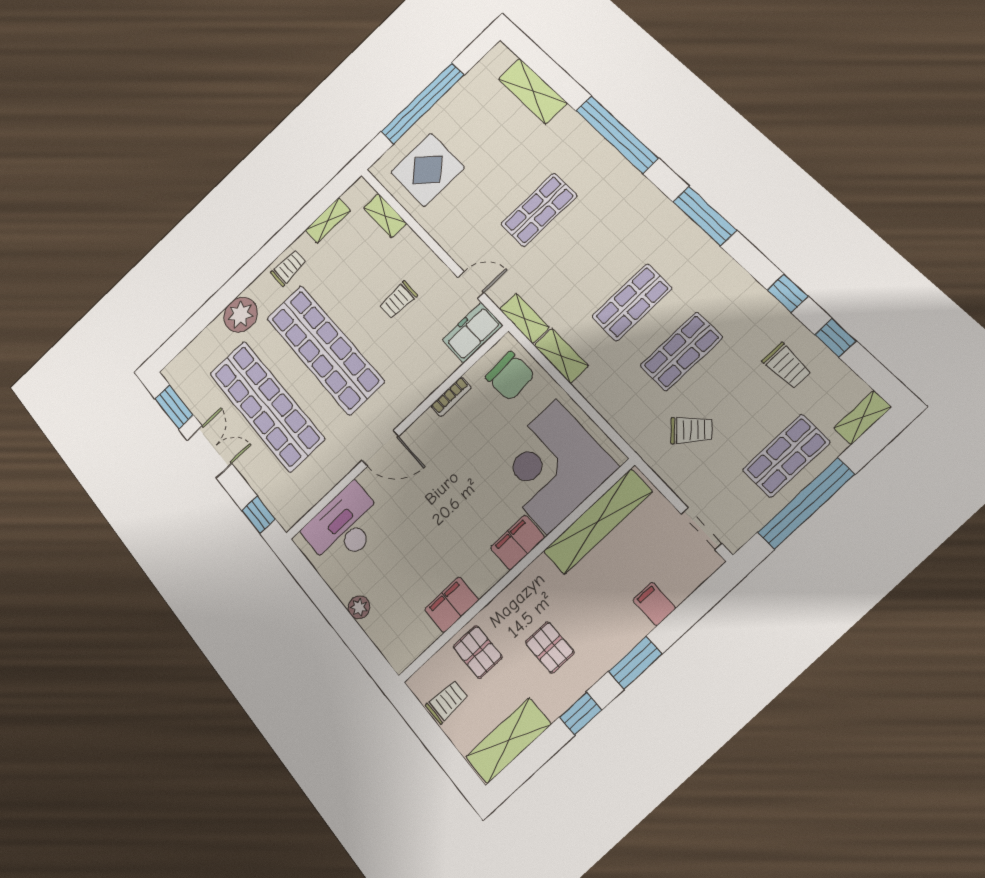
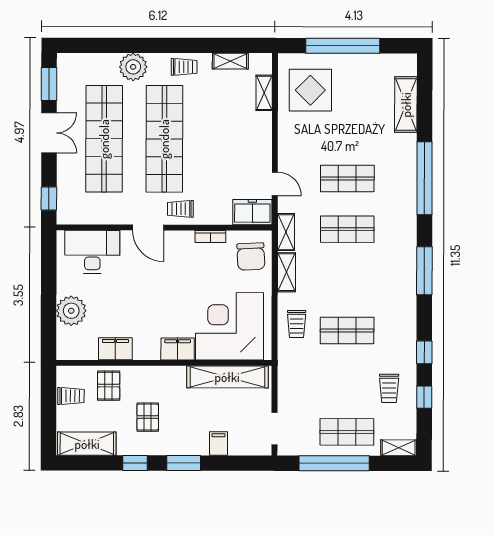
trolley: (398, 300) -> (180, 209), moved
shop shelf: (632, 302) -> (347, 229), moved
trolley: (691, 430) -> (297, 324), moved, turned 47
plant: (359, 607) -> (71, 311), width x1.88, depth x1.88

